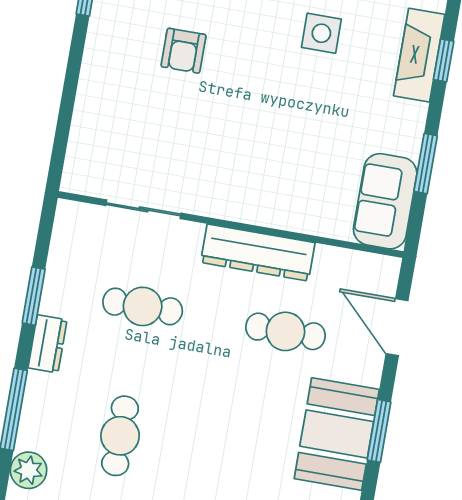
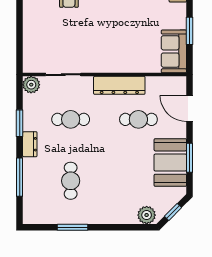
plant: (29, 470) -> (31, 85), moved

